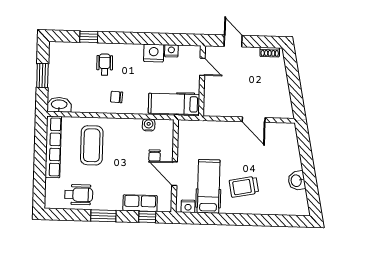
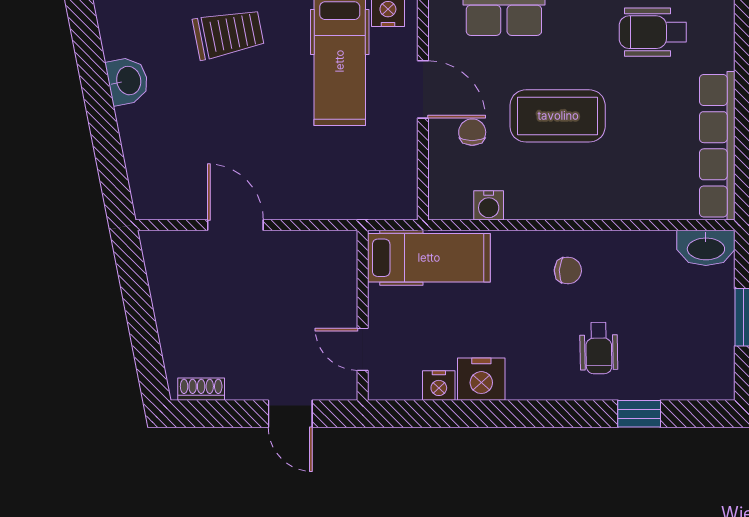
coffee table: (92, 145) -> (558, 116), moved, turned 90
trolley: (244, 187) -> (228, 34), moved

